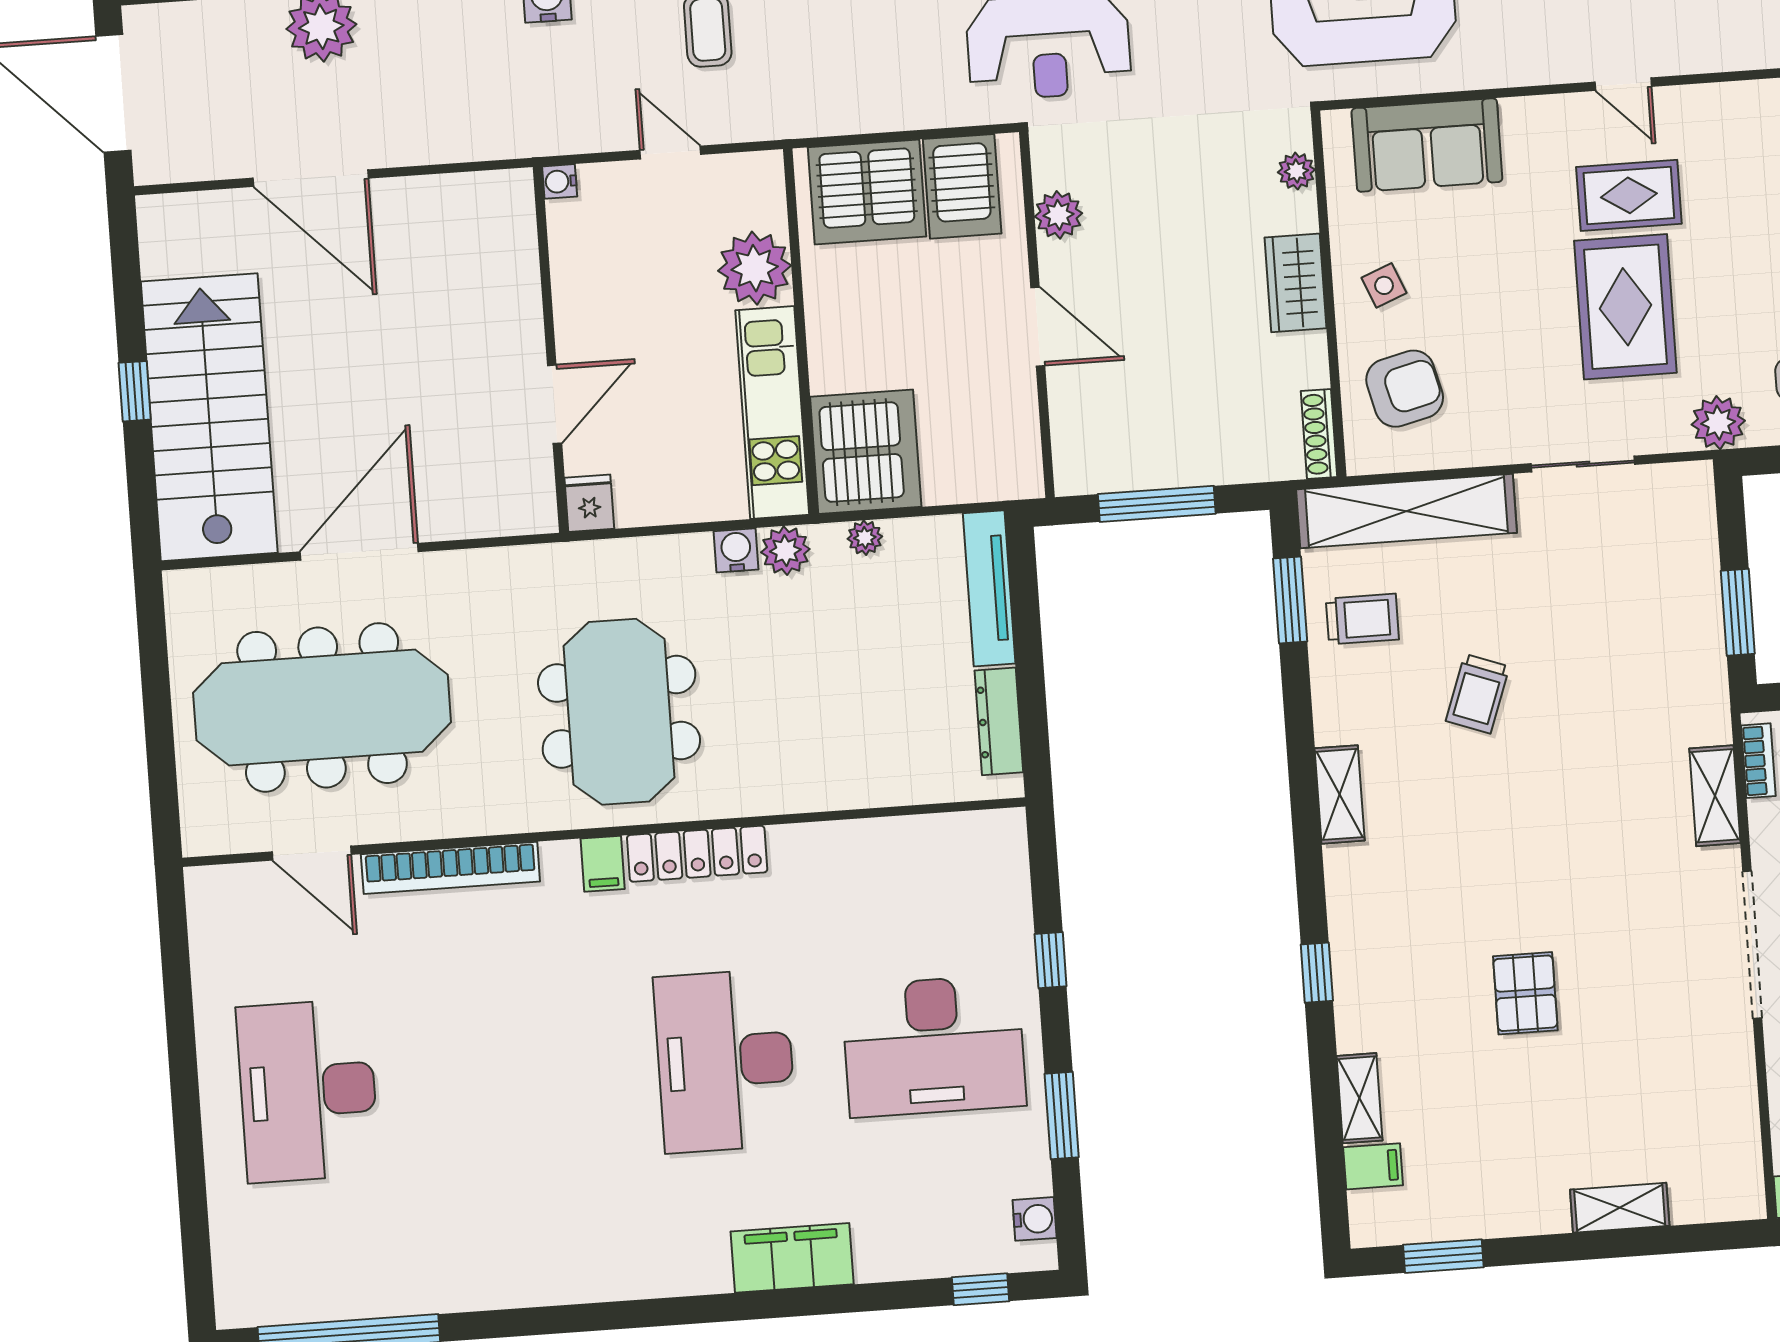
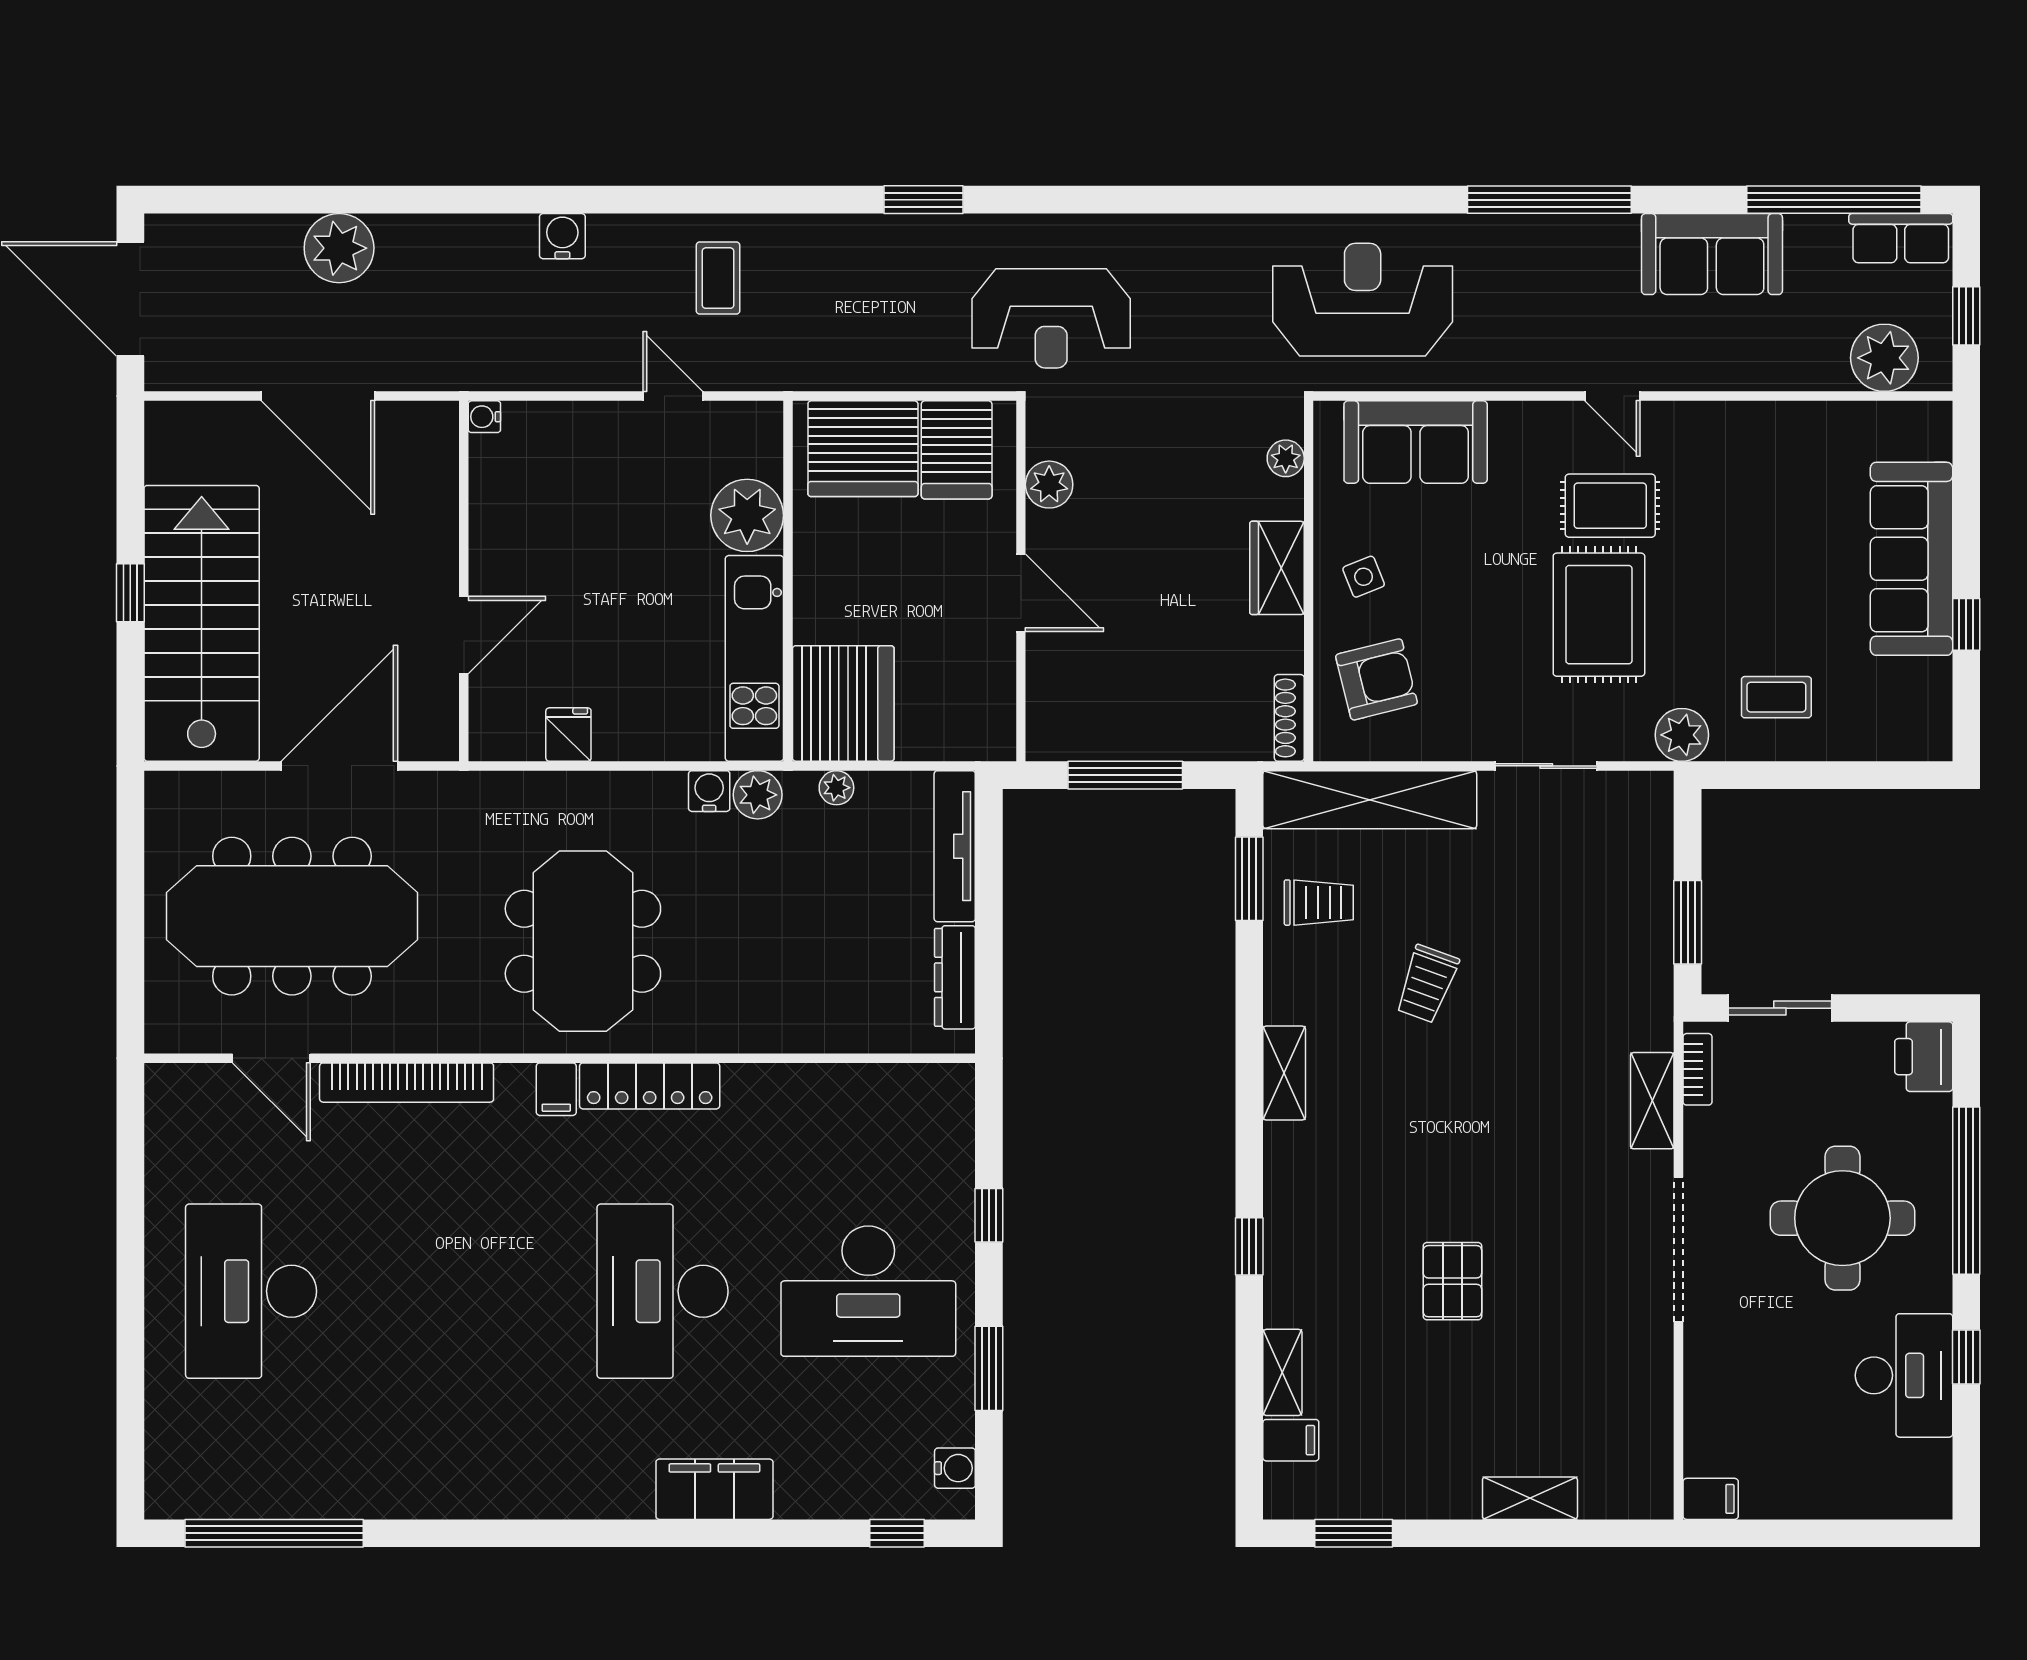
water cooler: (560, 181) -> (484, 417), moved
wall: (551, 350) -> (464, 581), moved
door: (555, 404) -> (464, 635), moved

